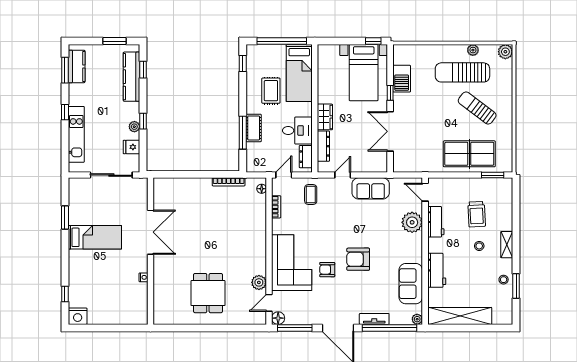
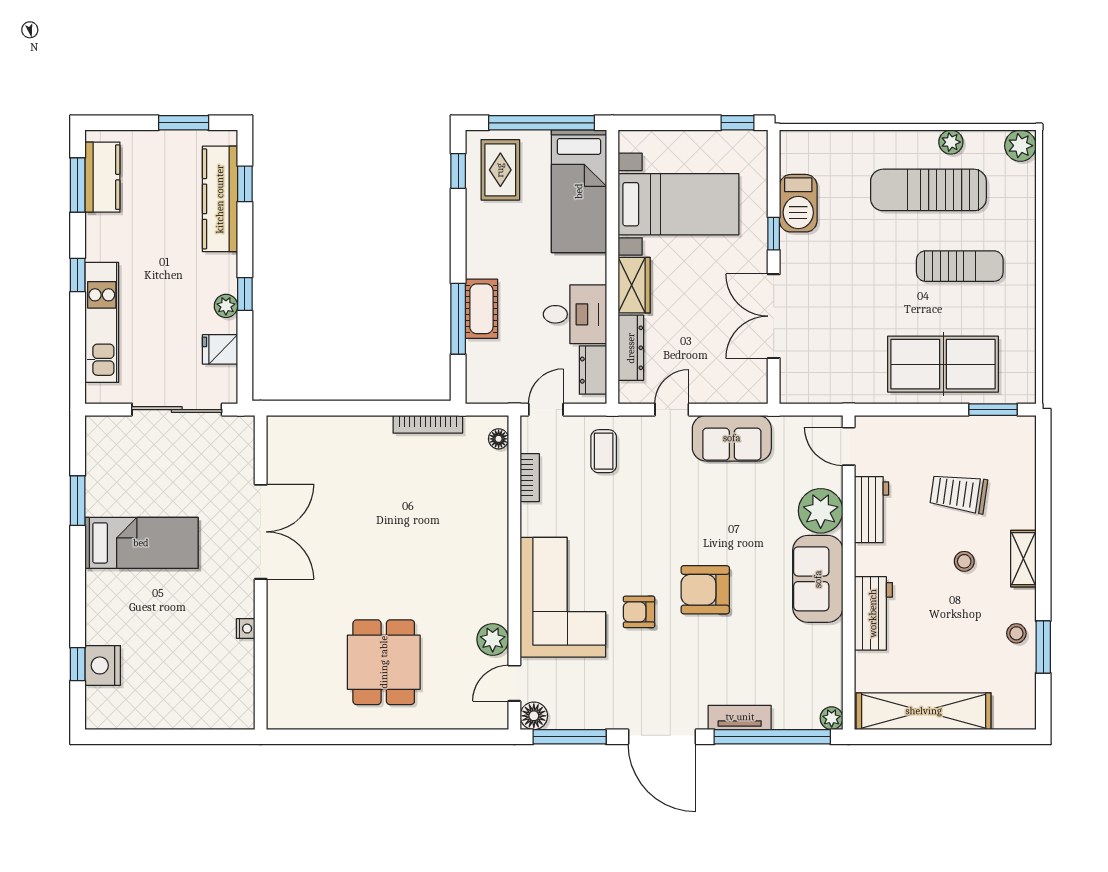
bed with nightstands: (364, 73) -> (678, 204), moved, turned -90
rug: (271, 91) -> (500, 170), moved
sun lounger: (477, 108) -> (960, 266), turned 143
trolley: (477, 214) -> (959, 493), turned 101
sofa: (411, 284) -> (818, 579), moved
nightstand: (78, 316) -> (103, 665), moved, turned 90

